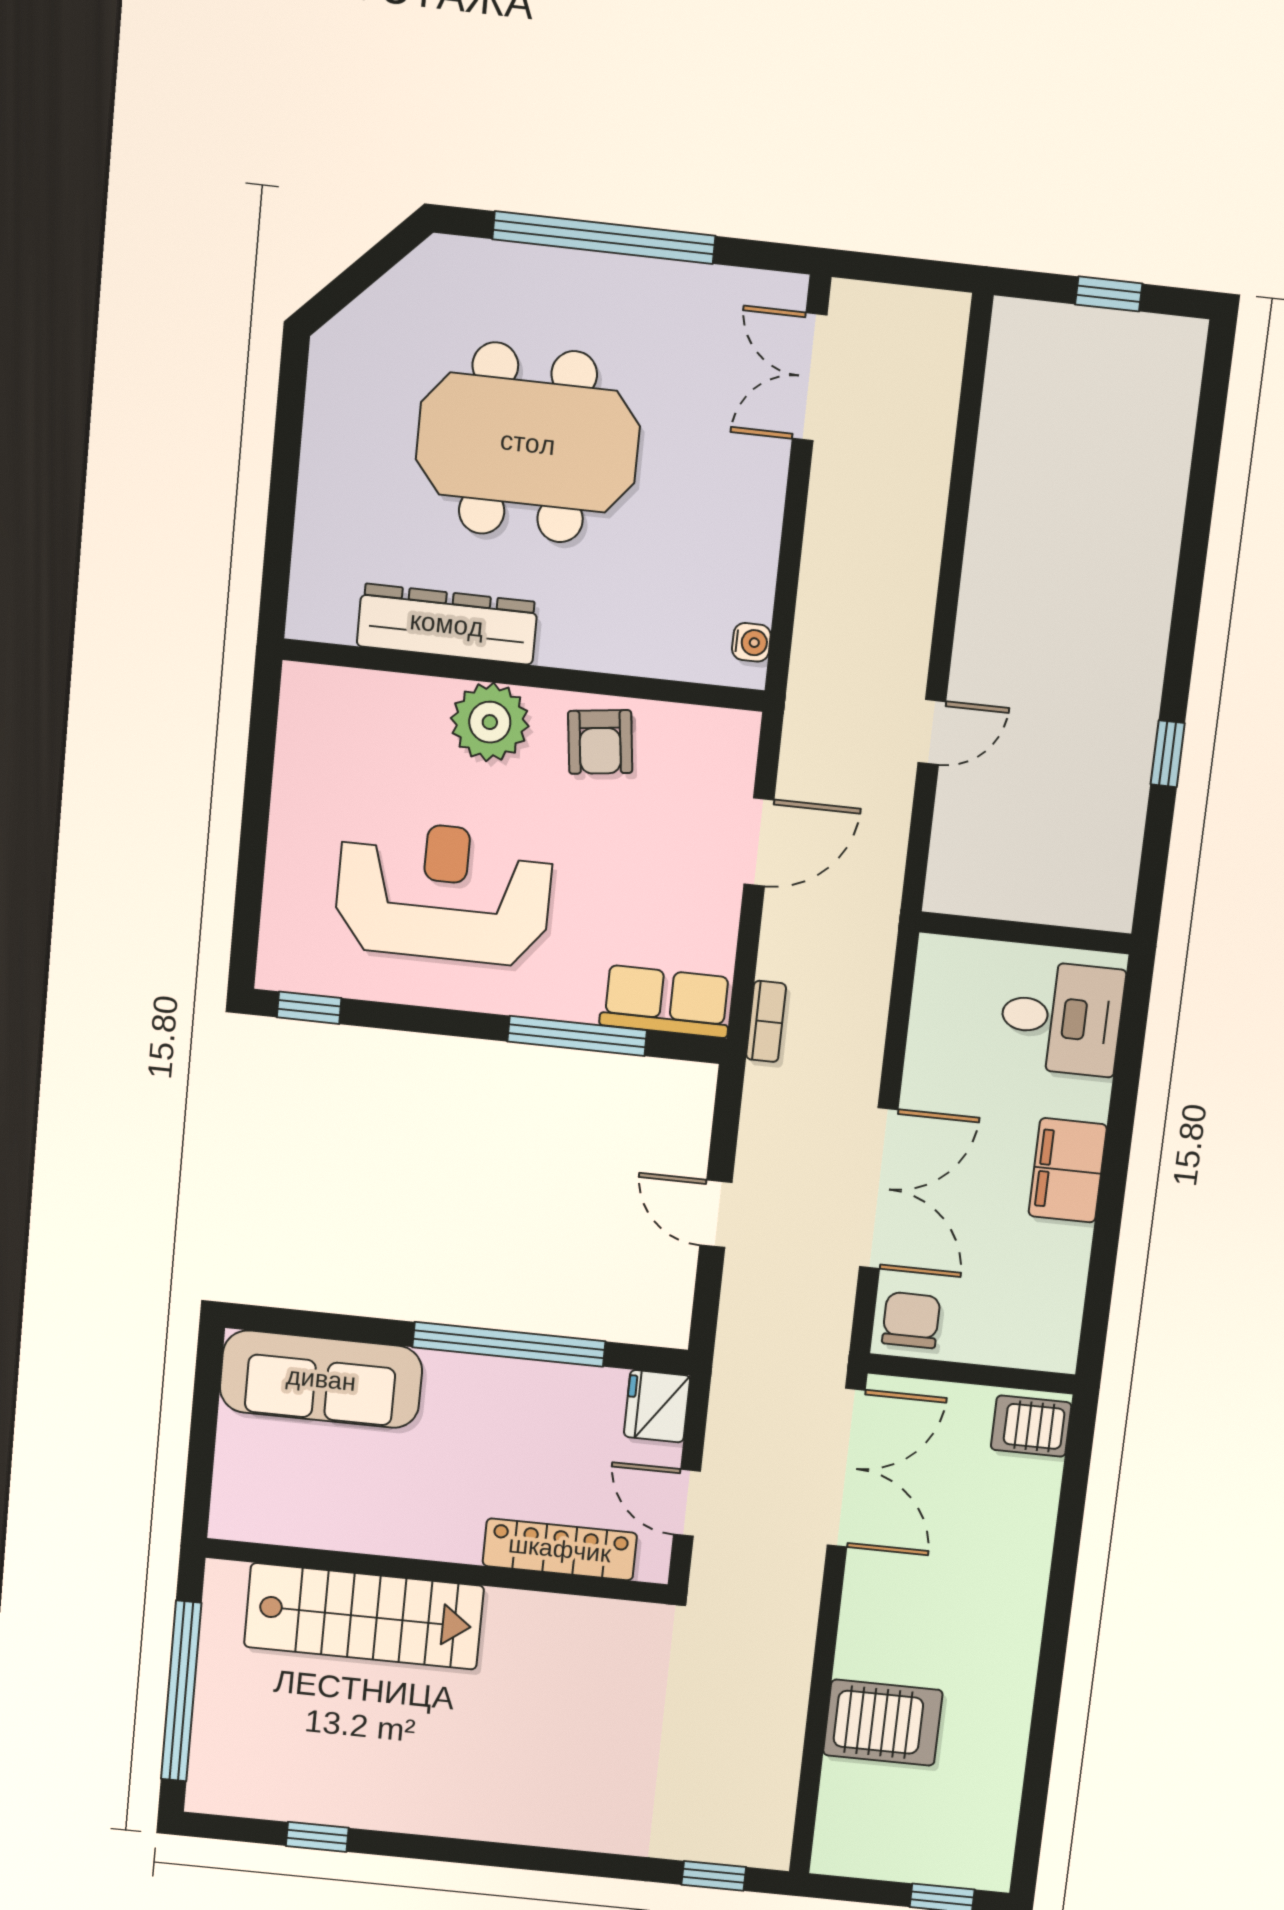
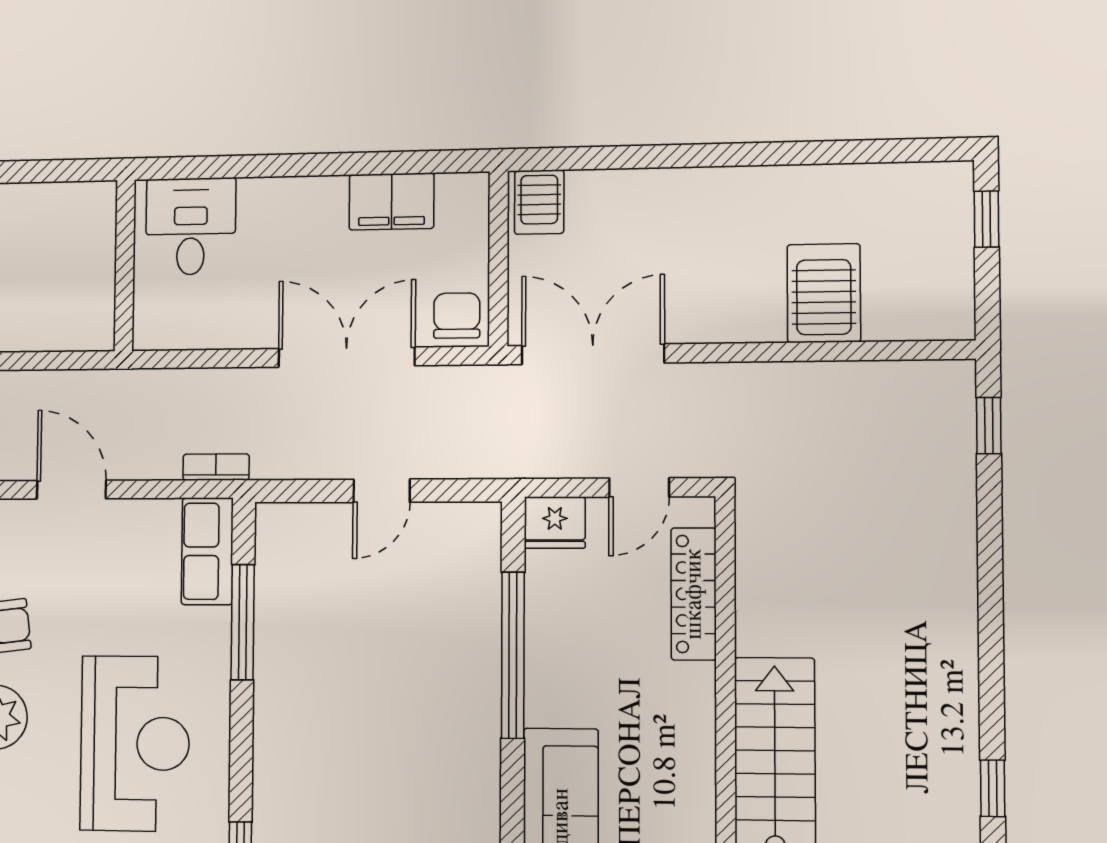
reception desk: (444, 892) -> (135, 743), turned 180
filing cabinet: (1068, 1170) -> (392, 201), moved
chair: (911, 1320) -> (457, 316), turned 90

